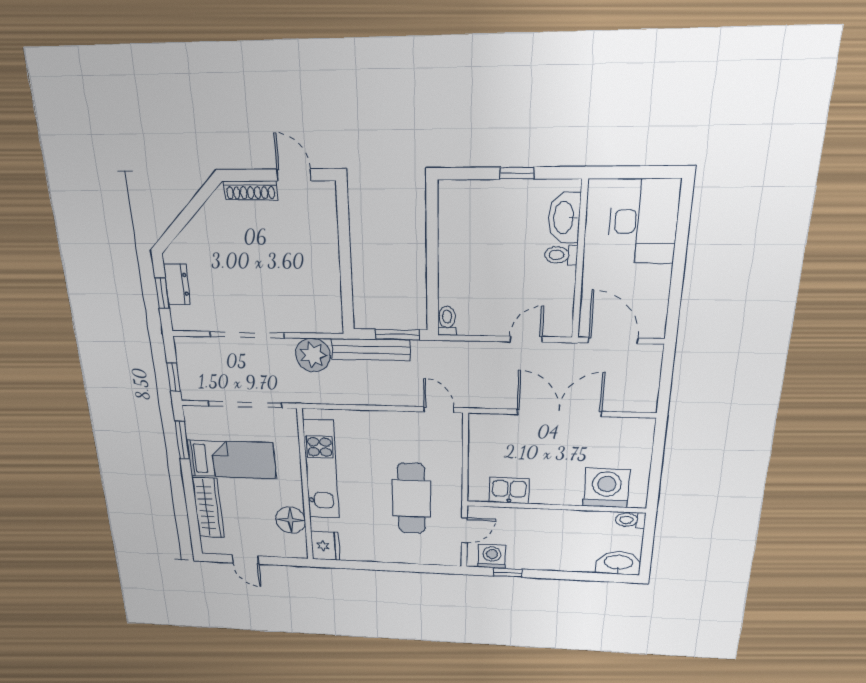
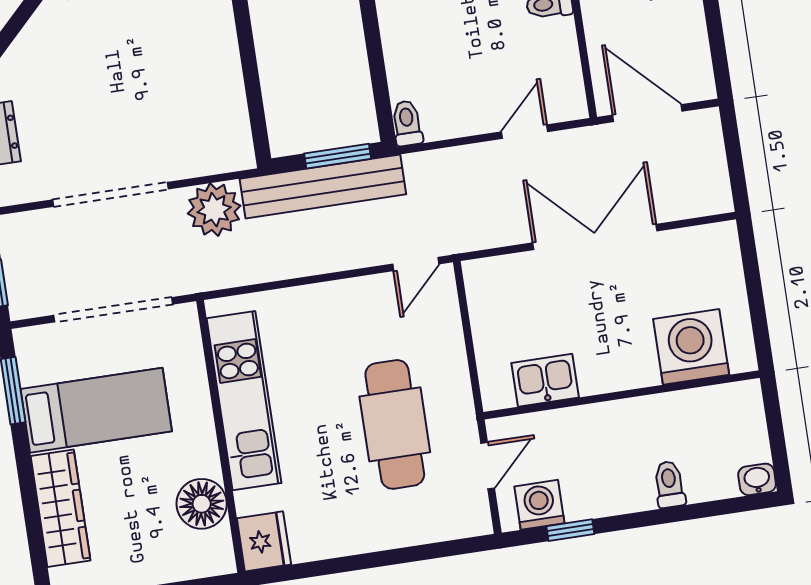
bench: (371, 350) -> (323, 187), width x1.37, depth x1.21
door: (439, 410) -> (416, 264), swing flipped
toilet: (630, 520) -> (669, 484), moved, turned 90
washbasin: (618, 563) -> (757, 479), width x0.52, depth x0.69

